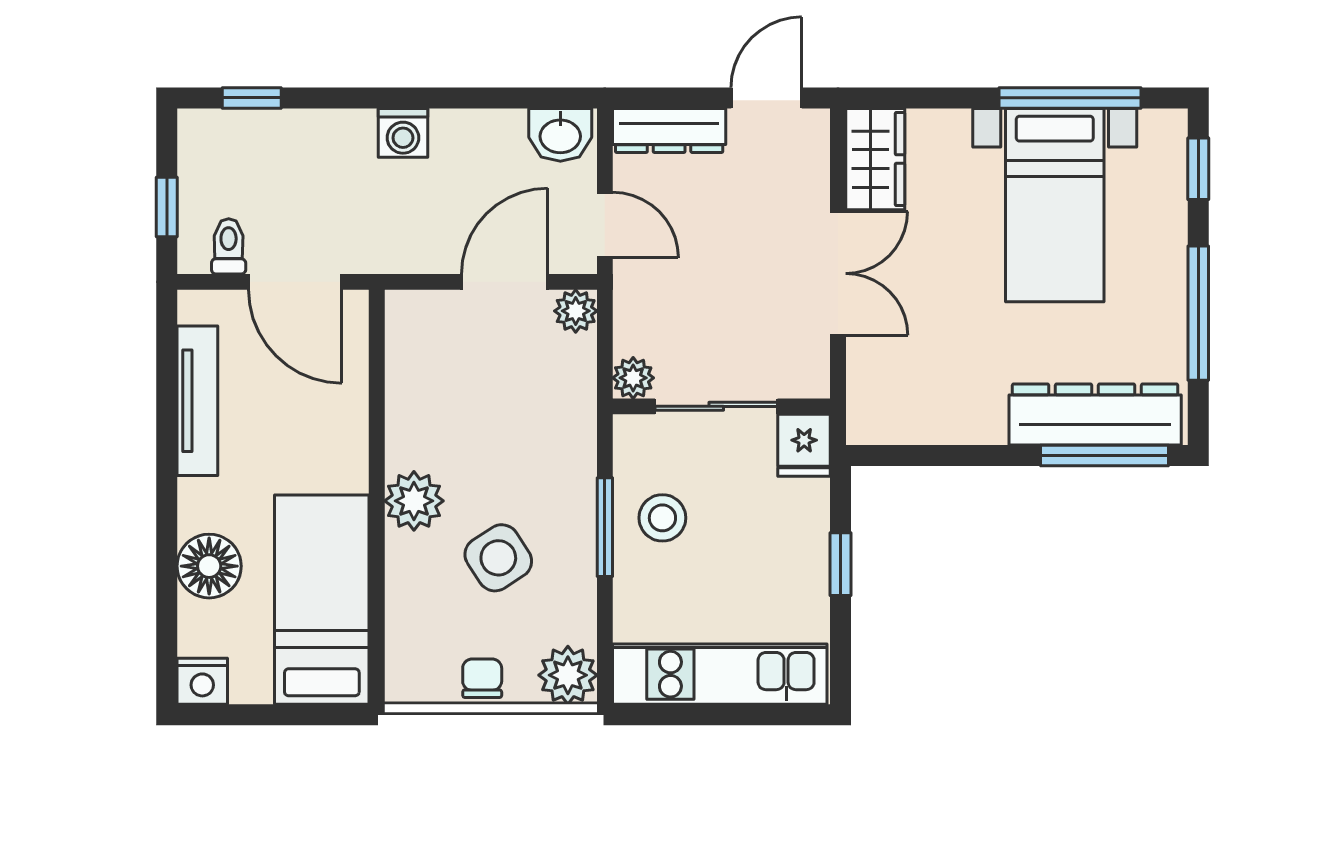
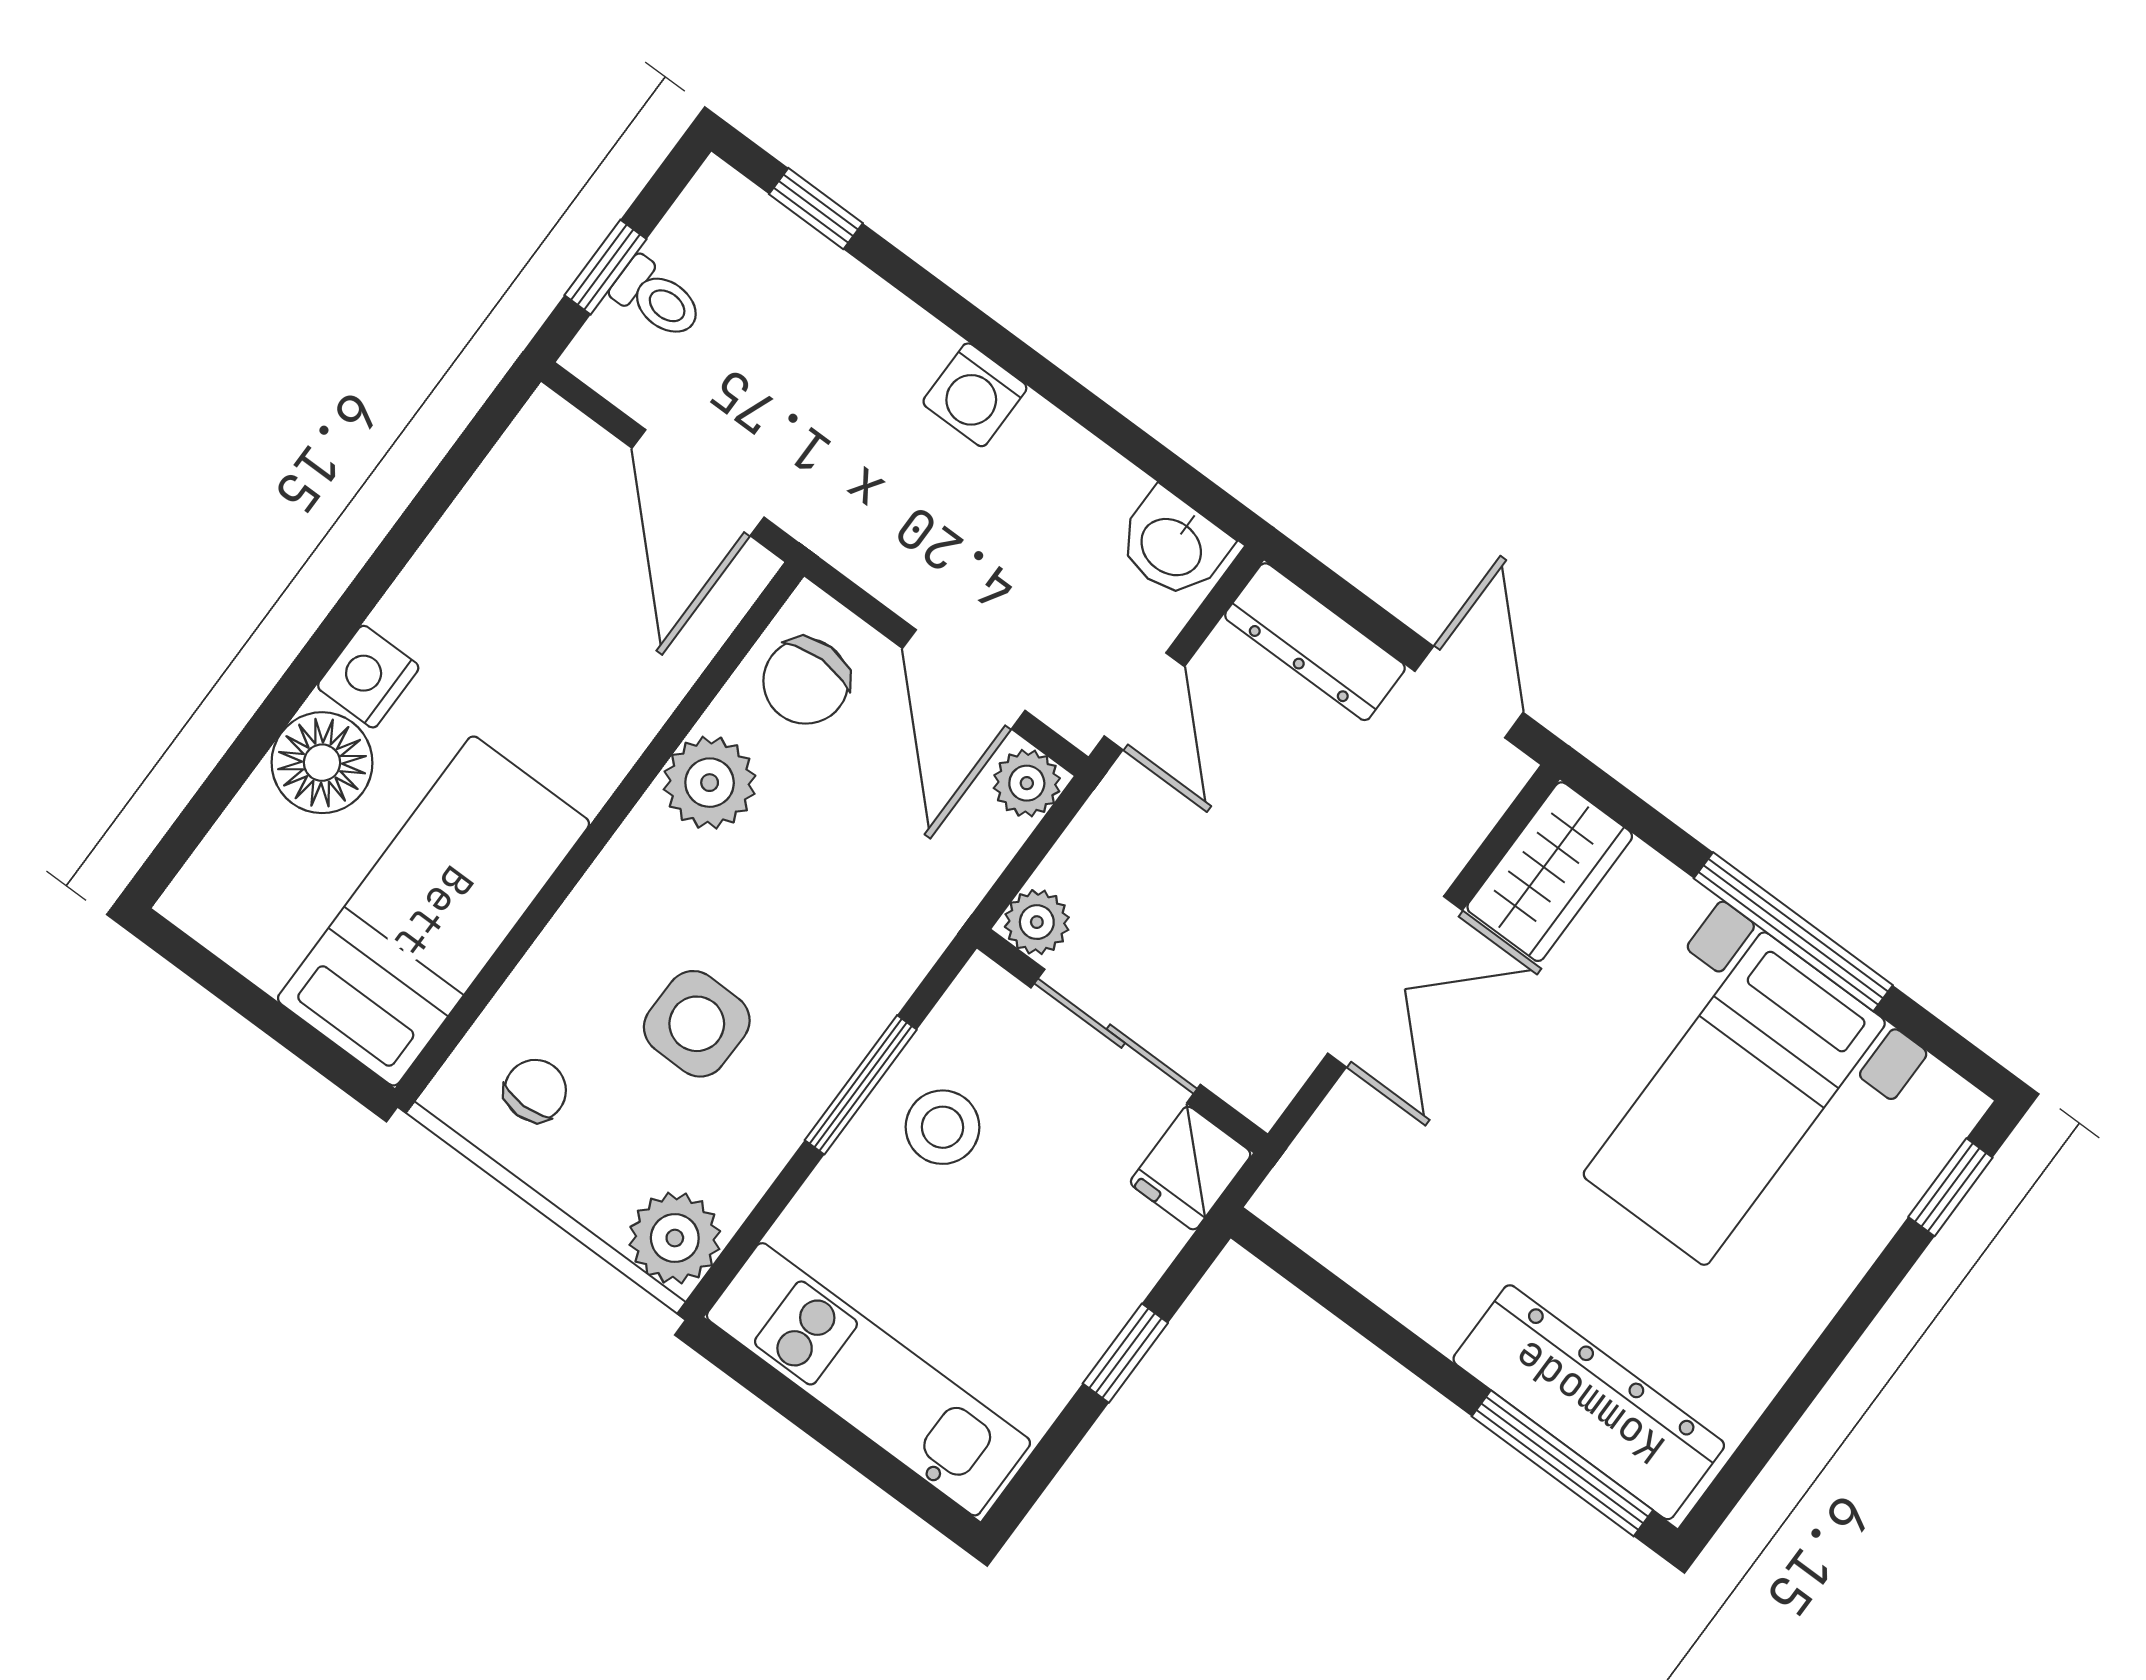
door: (767, 98) -> (1469, 692), hinge flipped
window: (1070, 98) -> (1793, 932), moved
toilet: (229, 246) -> (657, 298), moved, turned 90
door: (505, 282) -> (964, 679), swing flipped
window: (1198, 313) -> (1815, 1370), removed
chair: (425, 342) -> (806, 681), added
tv unit: (197, 401) -> (462, 542), removed
plant: (414, 501) -> (710, 783), moved
side table: (498, 558) -> (697, 1024), turned 34
chair: (482, 678) -> (535, 1090), moved
nightstand: (202, 681) -> (368, 677), moved, turned 90

